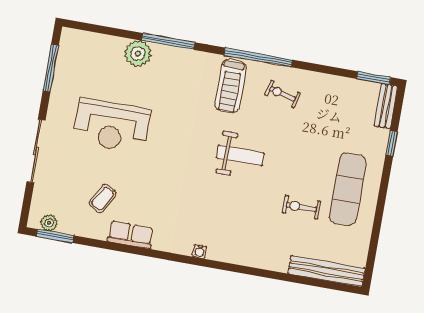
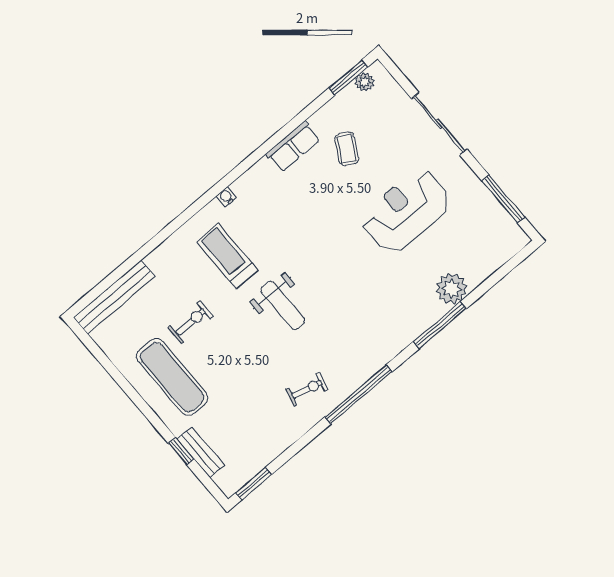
treadmill: (230, 86) -> (227, 256), moved
bench: (386, 106) -> (201, 452), moved
weight bench: (240, 155) -> (283, 305), turned -90

